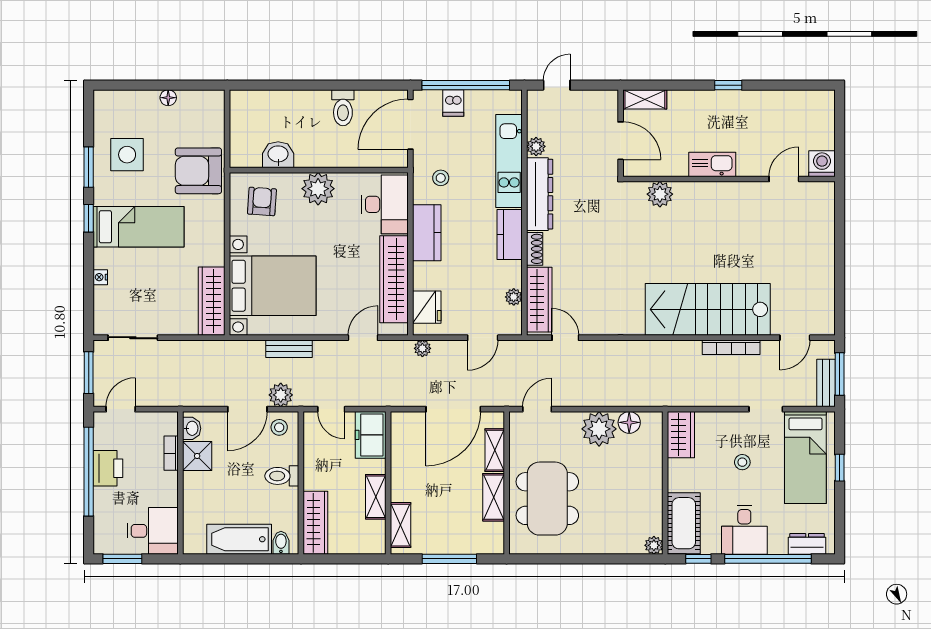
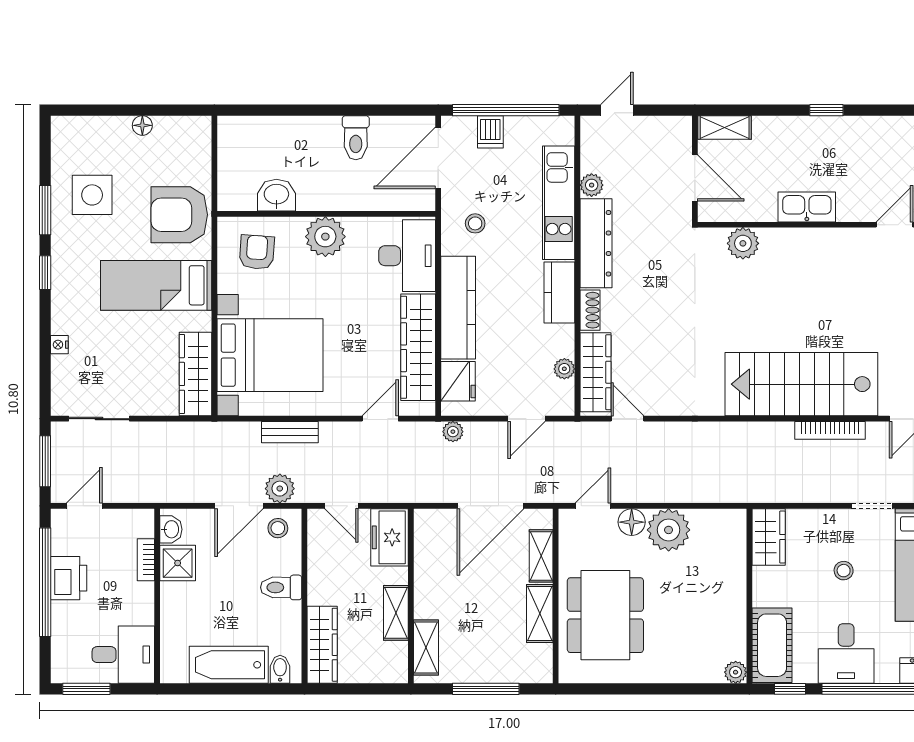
bed: (139, 227) -> (156, 285), moved, turned 180
kitchen counter: (427, 233) -> (458, 308), width x1.50
floor lamp: (629, 422) -> (632, 522), moved

